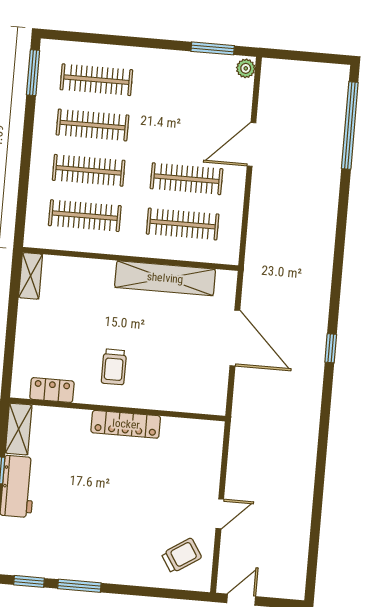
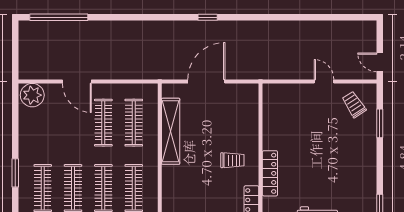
window: (213, 48) -> (15, 173), moved
plant: (246, 68) -> (32, 95), width x1.88, depth x1.88
locker: (126, 424) -> (270, 173), moved
window: (79, 586) -> (380, 123), moved

